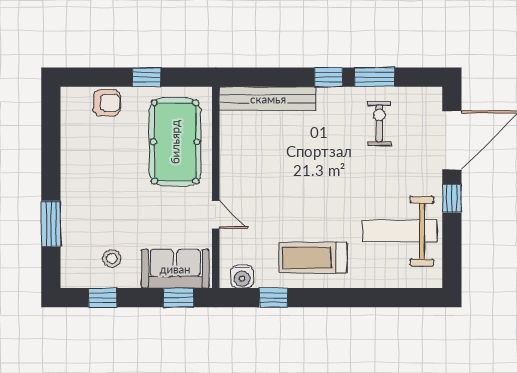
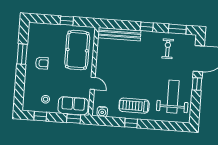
window: (375, 77) -> (177, 29), moved
armchair: (107, 103) -> (42, 63), moved
window: (51, 224) -> (22, 54), moved
weight bench: (400, 231) -> (173, 97), turned 90
window: (273, 298) -> (131, 123), moved

